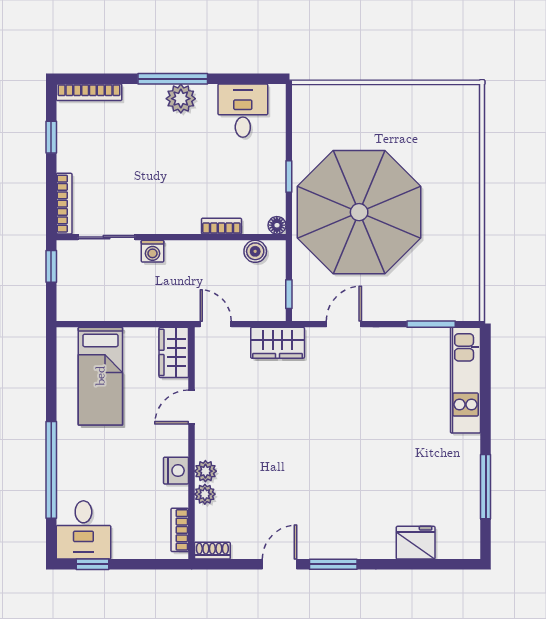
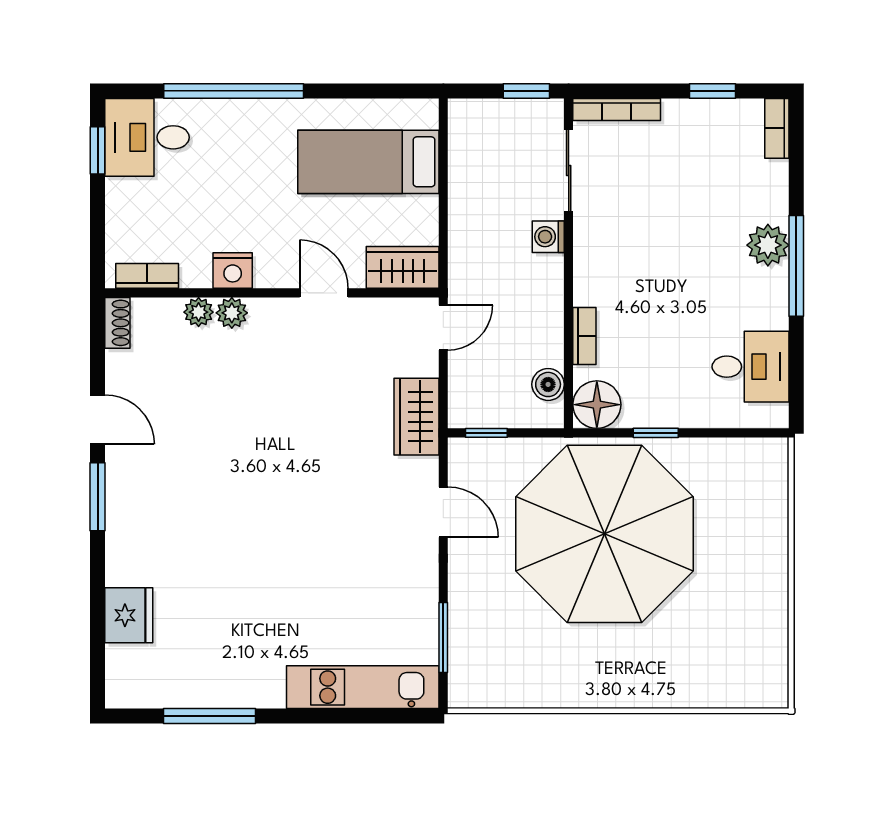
bookcase: (89, 92) -> (777, 128), width x0.64
plant: (181, 99) -> (768, 245), moved
floor lamp: (277, 225) -> (597, 405), width x1.89, depth x1.89

